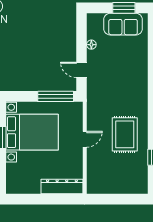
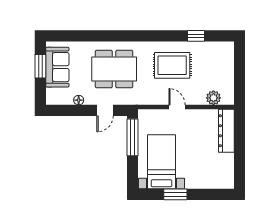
dining table: (121, 79) -> (114, 69), added
bed with nightstands: (32, 132) -> (161, 162), width x0.73
plant: (94, 174) -> (213, 98), added

